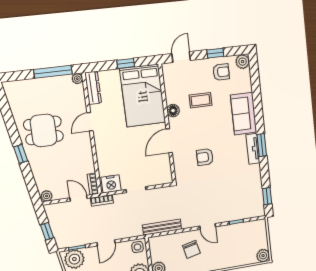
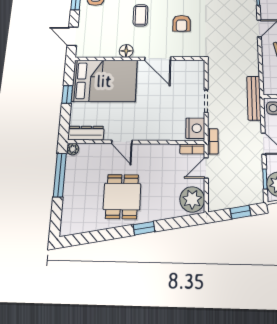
coffee table: (201, 100) -> (140, 15), moved
plant: (47, 196) -> (192, 199), width x1.87, depth x1.87
bench: (162, 227) -> (254, 98), moved

